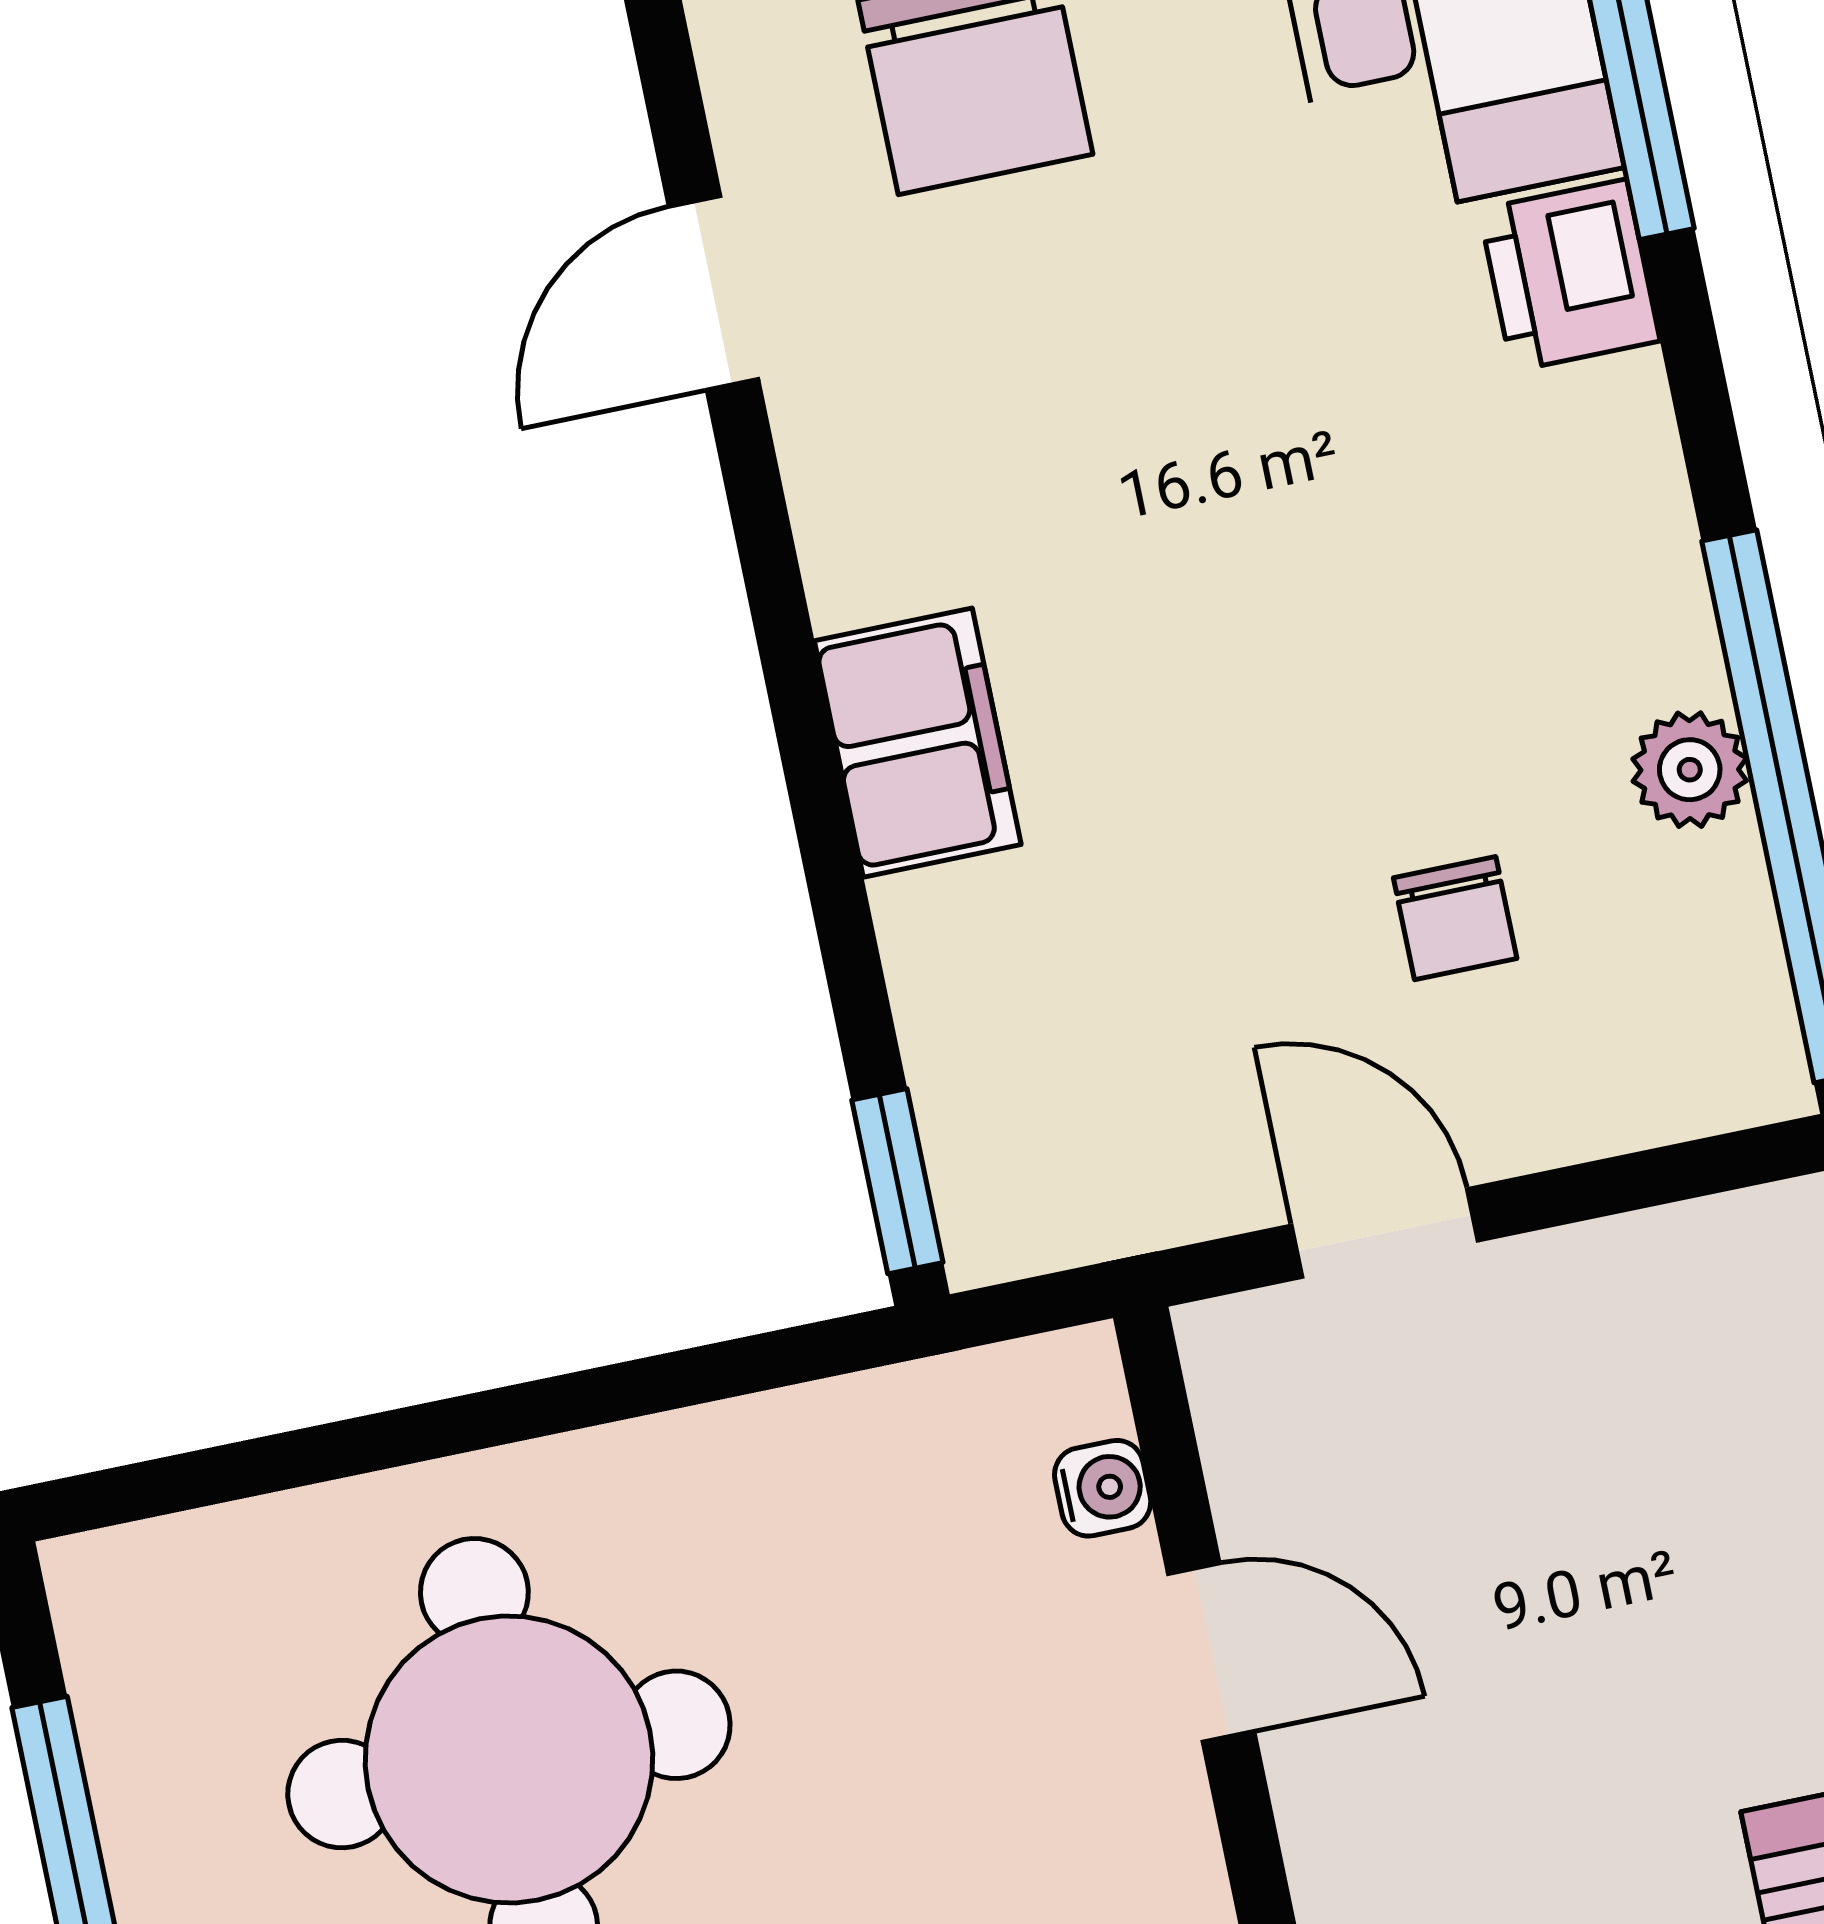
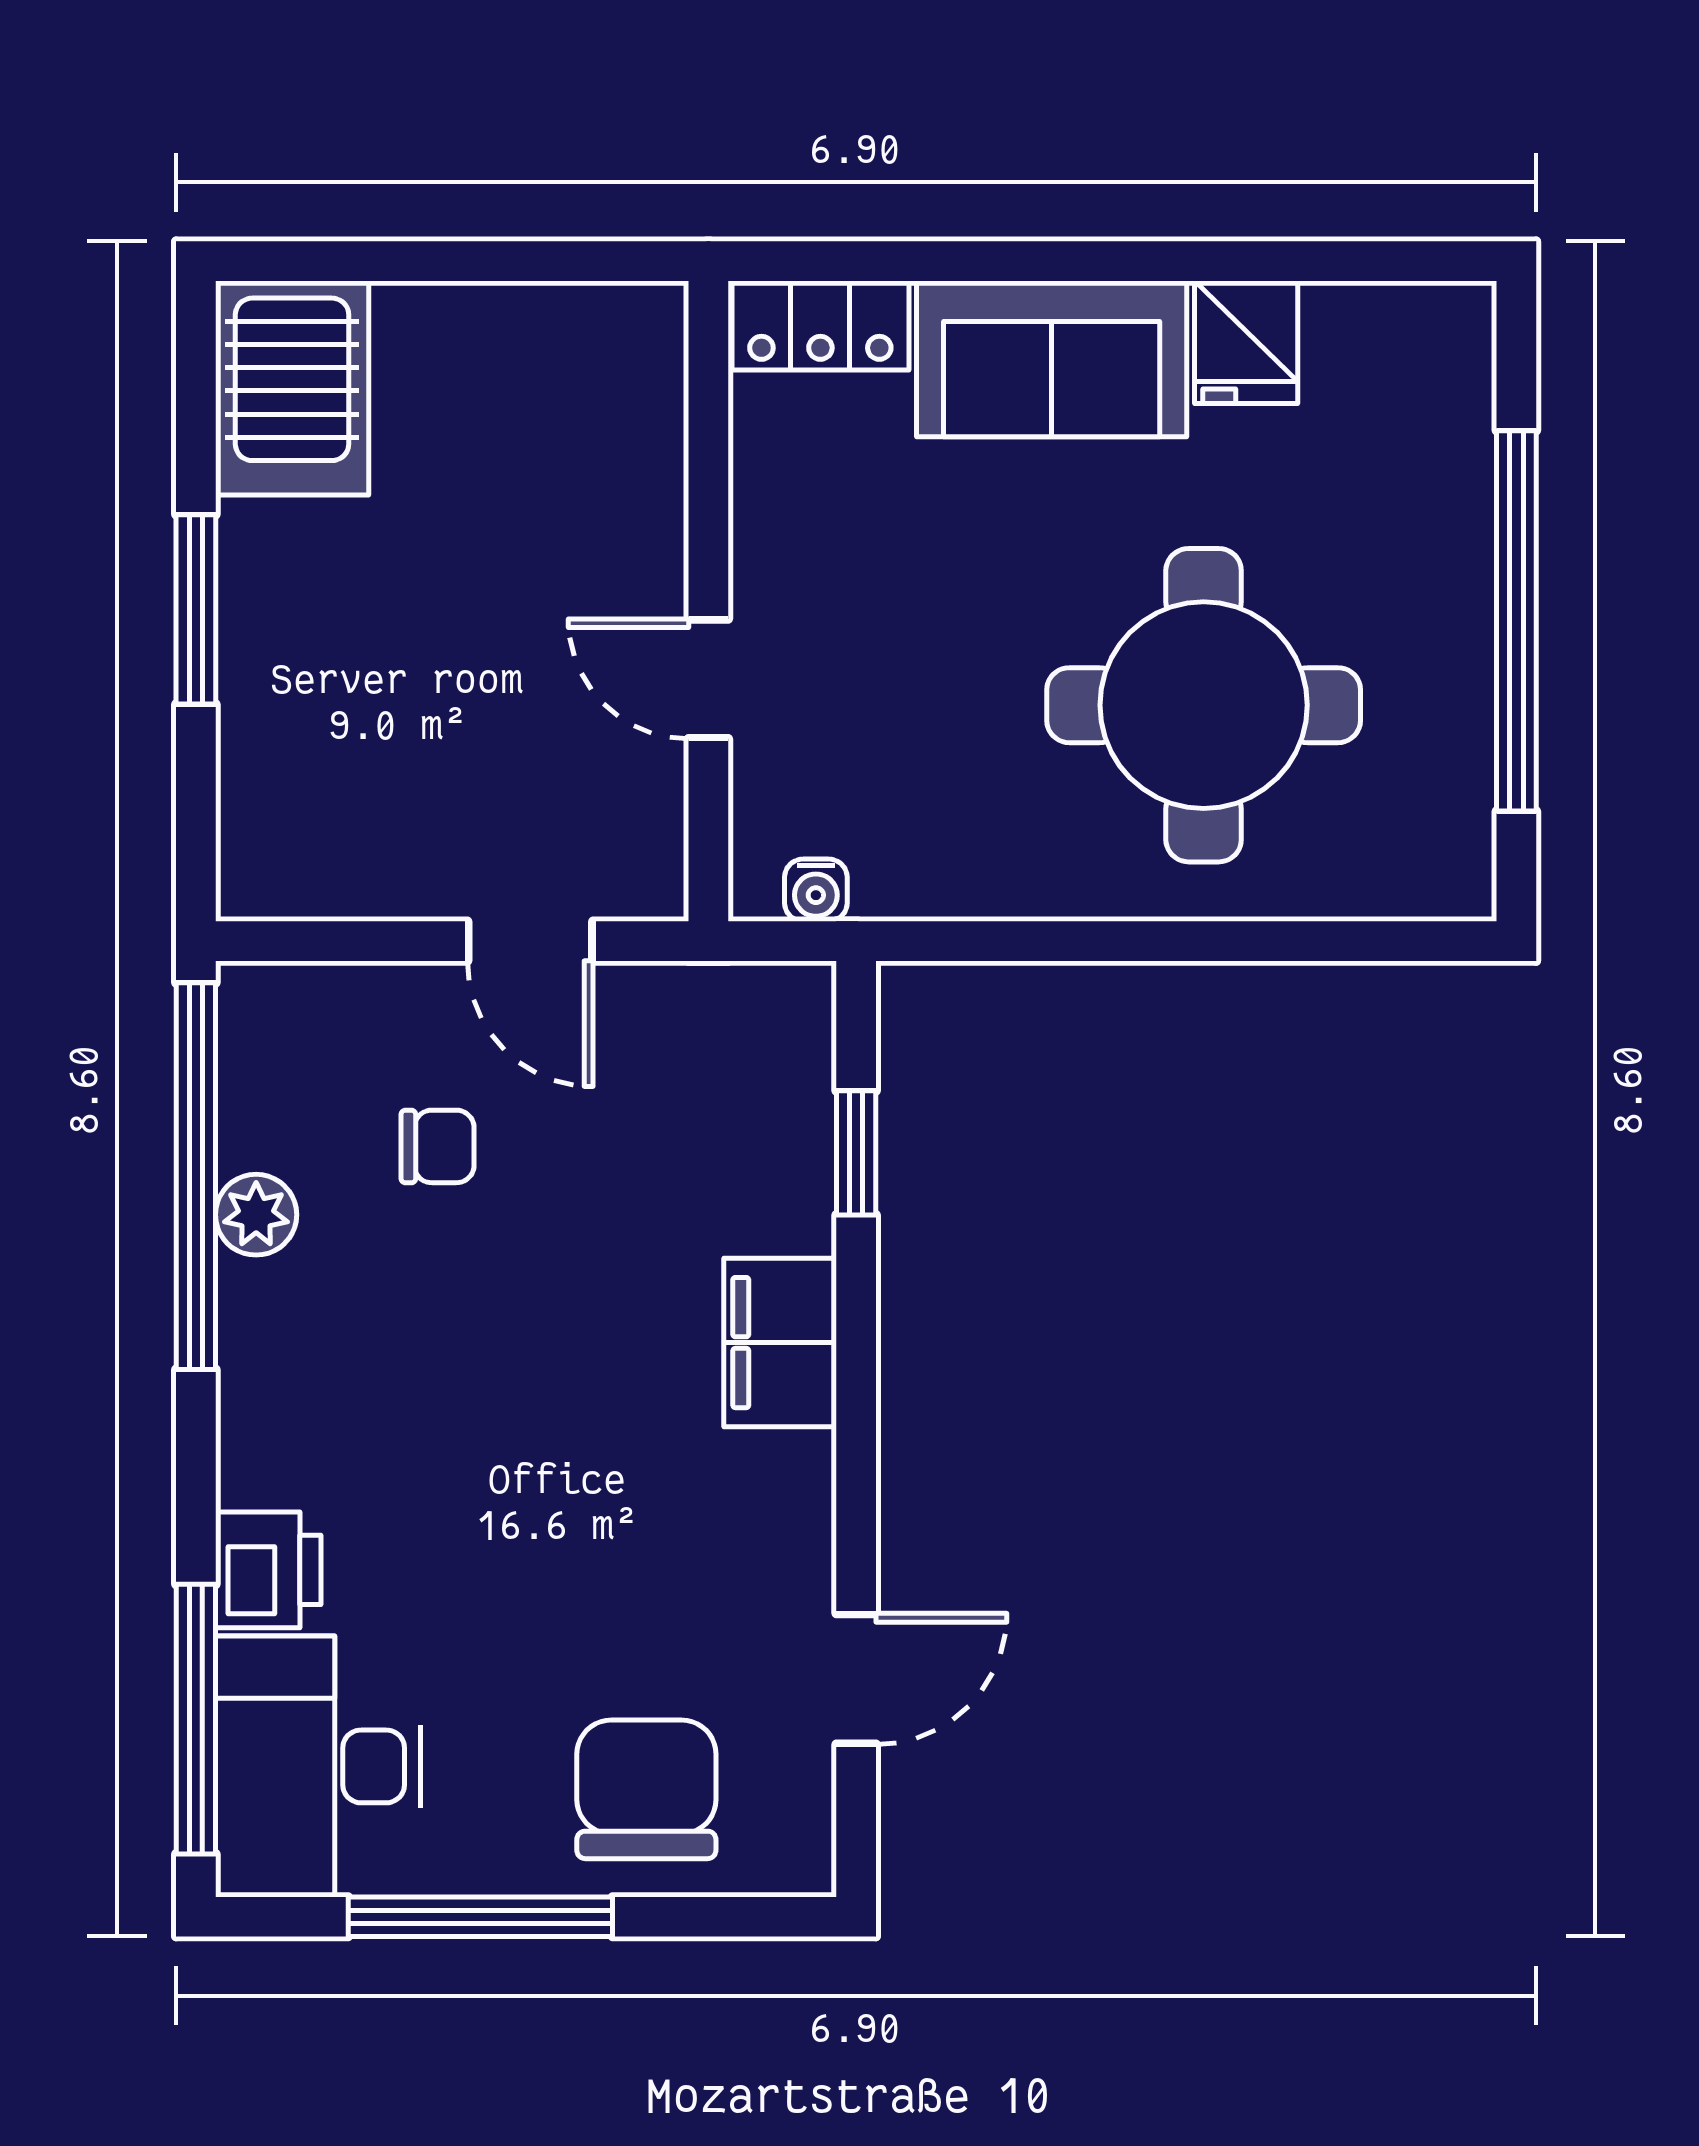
chair: (1455, 918) -> (438, 1146), turned 90
window: (897, 1181) -> (856, 1153), moved
water cooler: (1103, 1488) -> (816, 890), moved, turned -90

